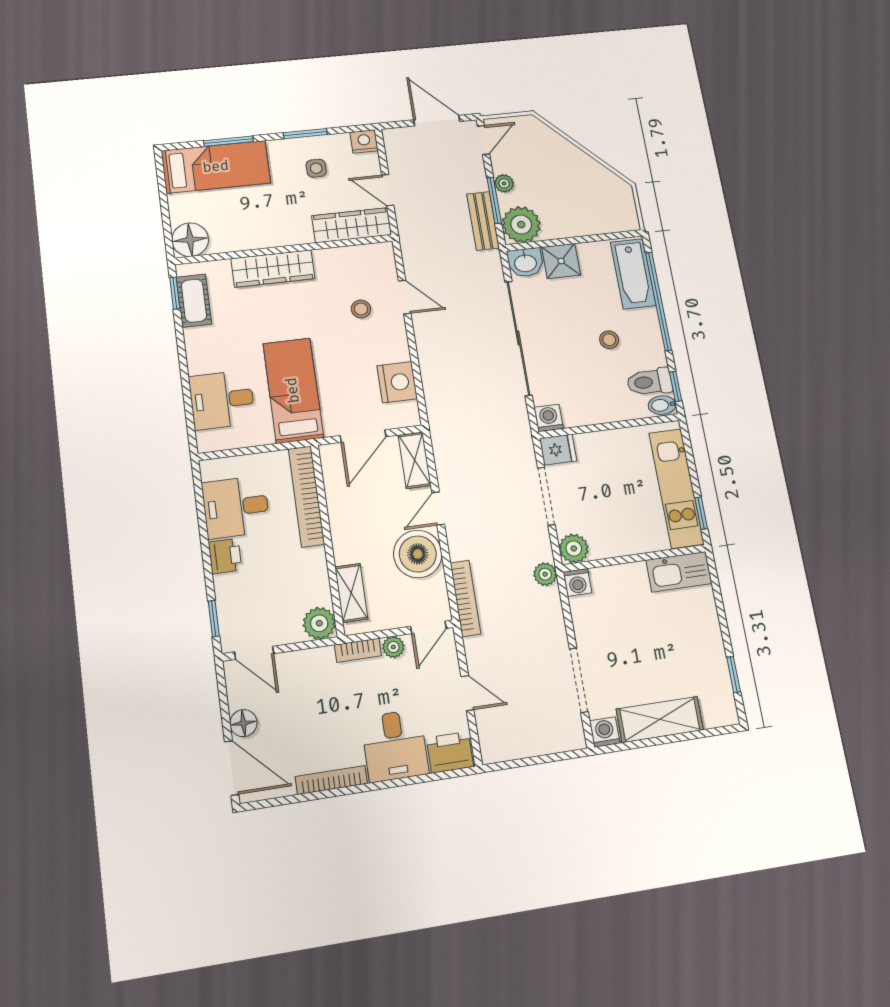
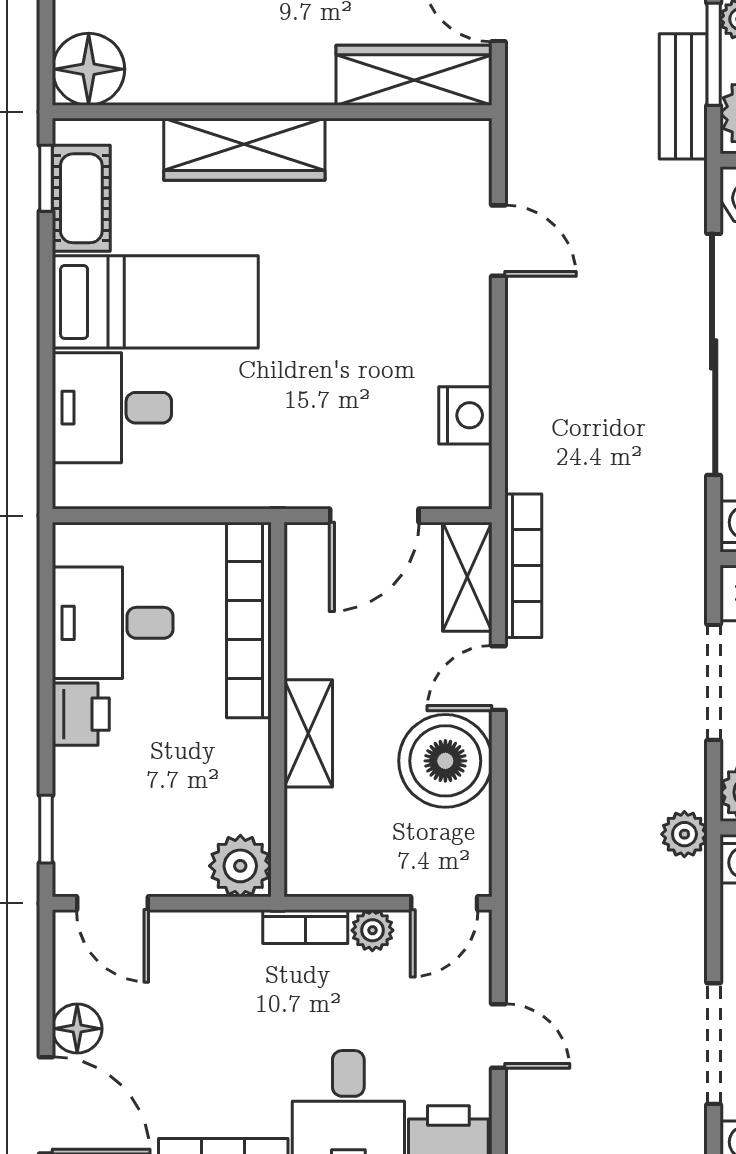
stool: (361, 309) -> (407, 255), removed
nightstand: (397, 382) -> (465, 415), width x0.74, depth x0.75
bed: (293, 390) -> (155, 302), moved, turned 90
shelving: (351, 593) -> (308, 733), moved
bookcase: (465, 598) -> (523, 566), moved

